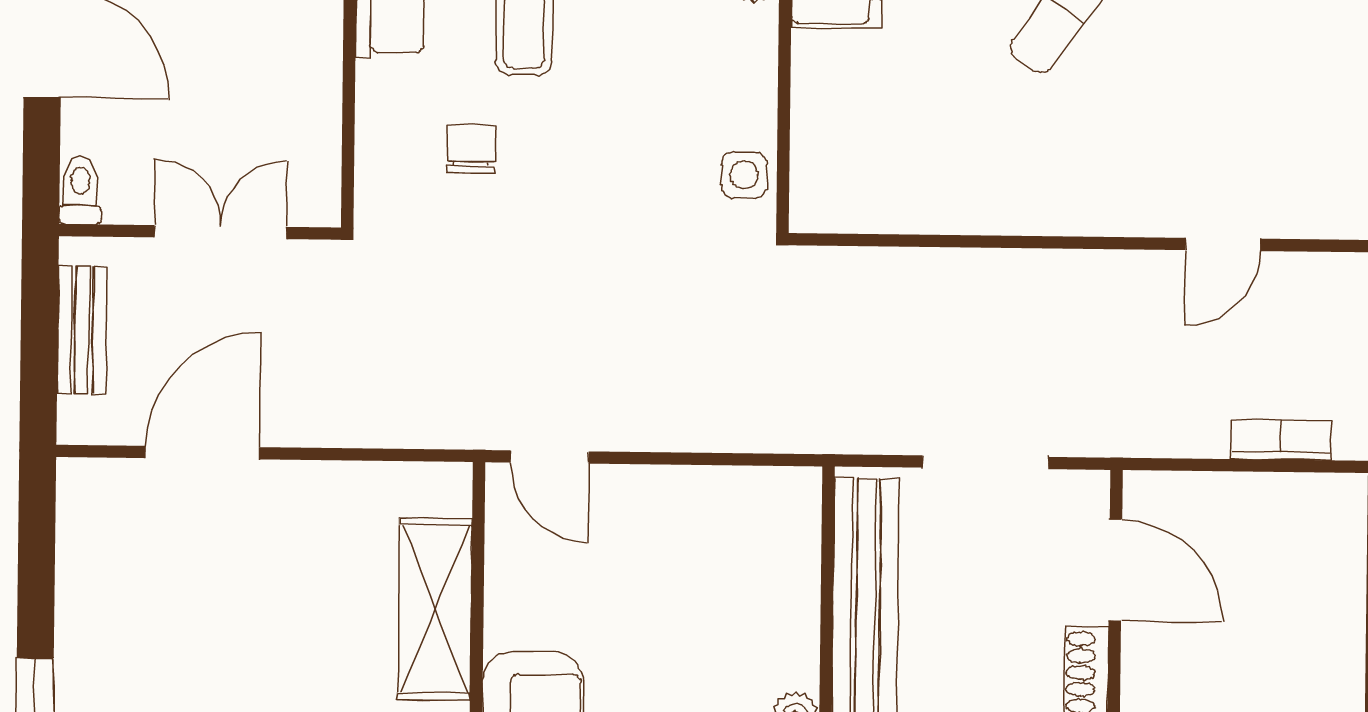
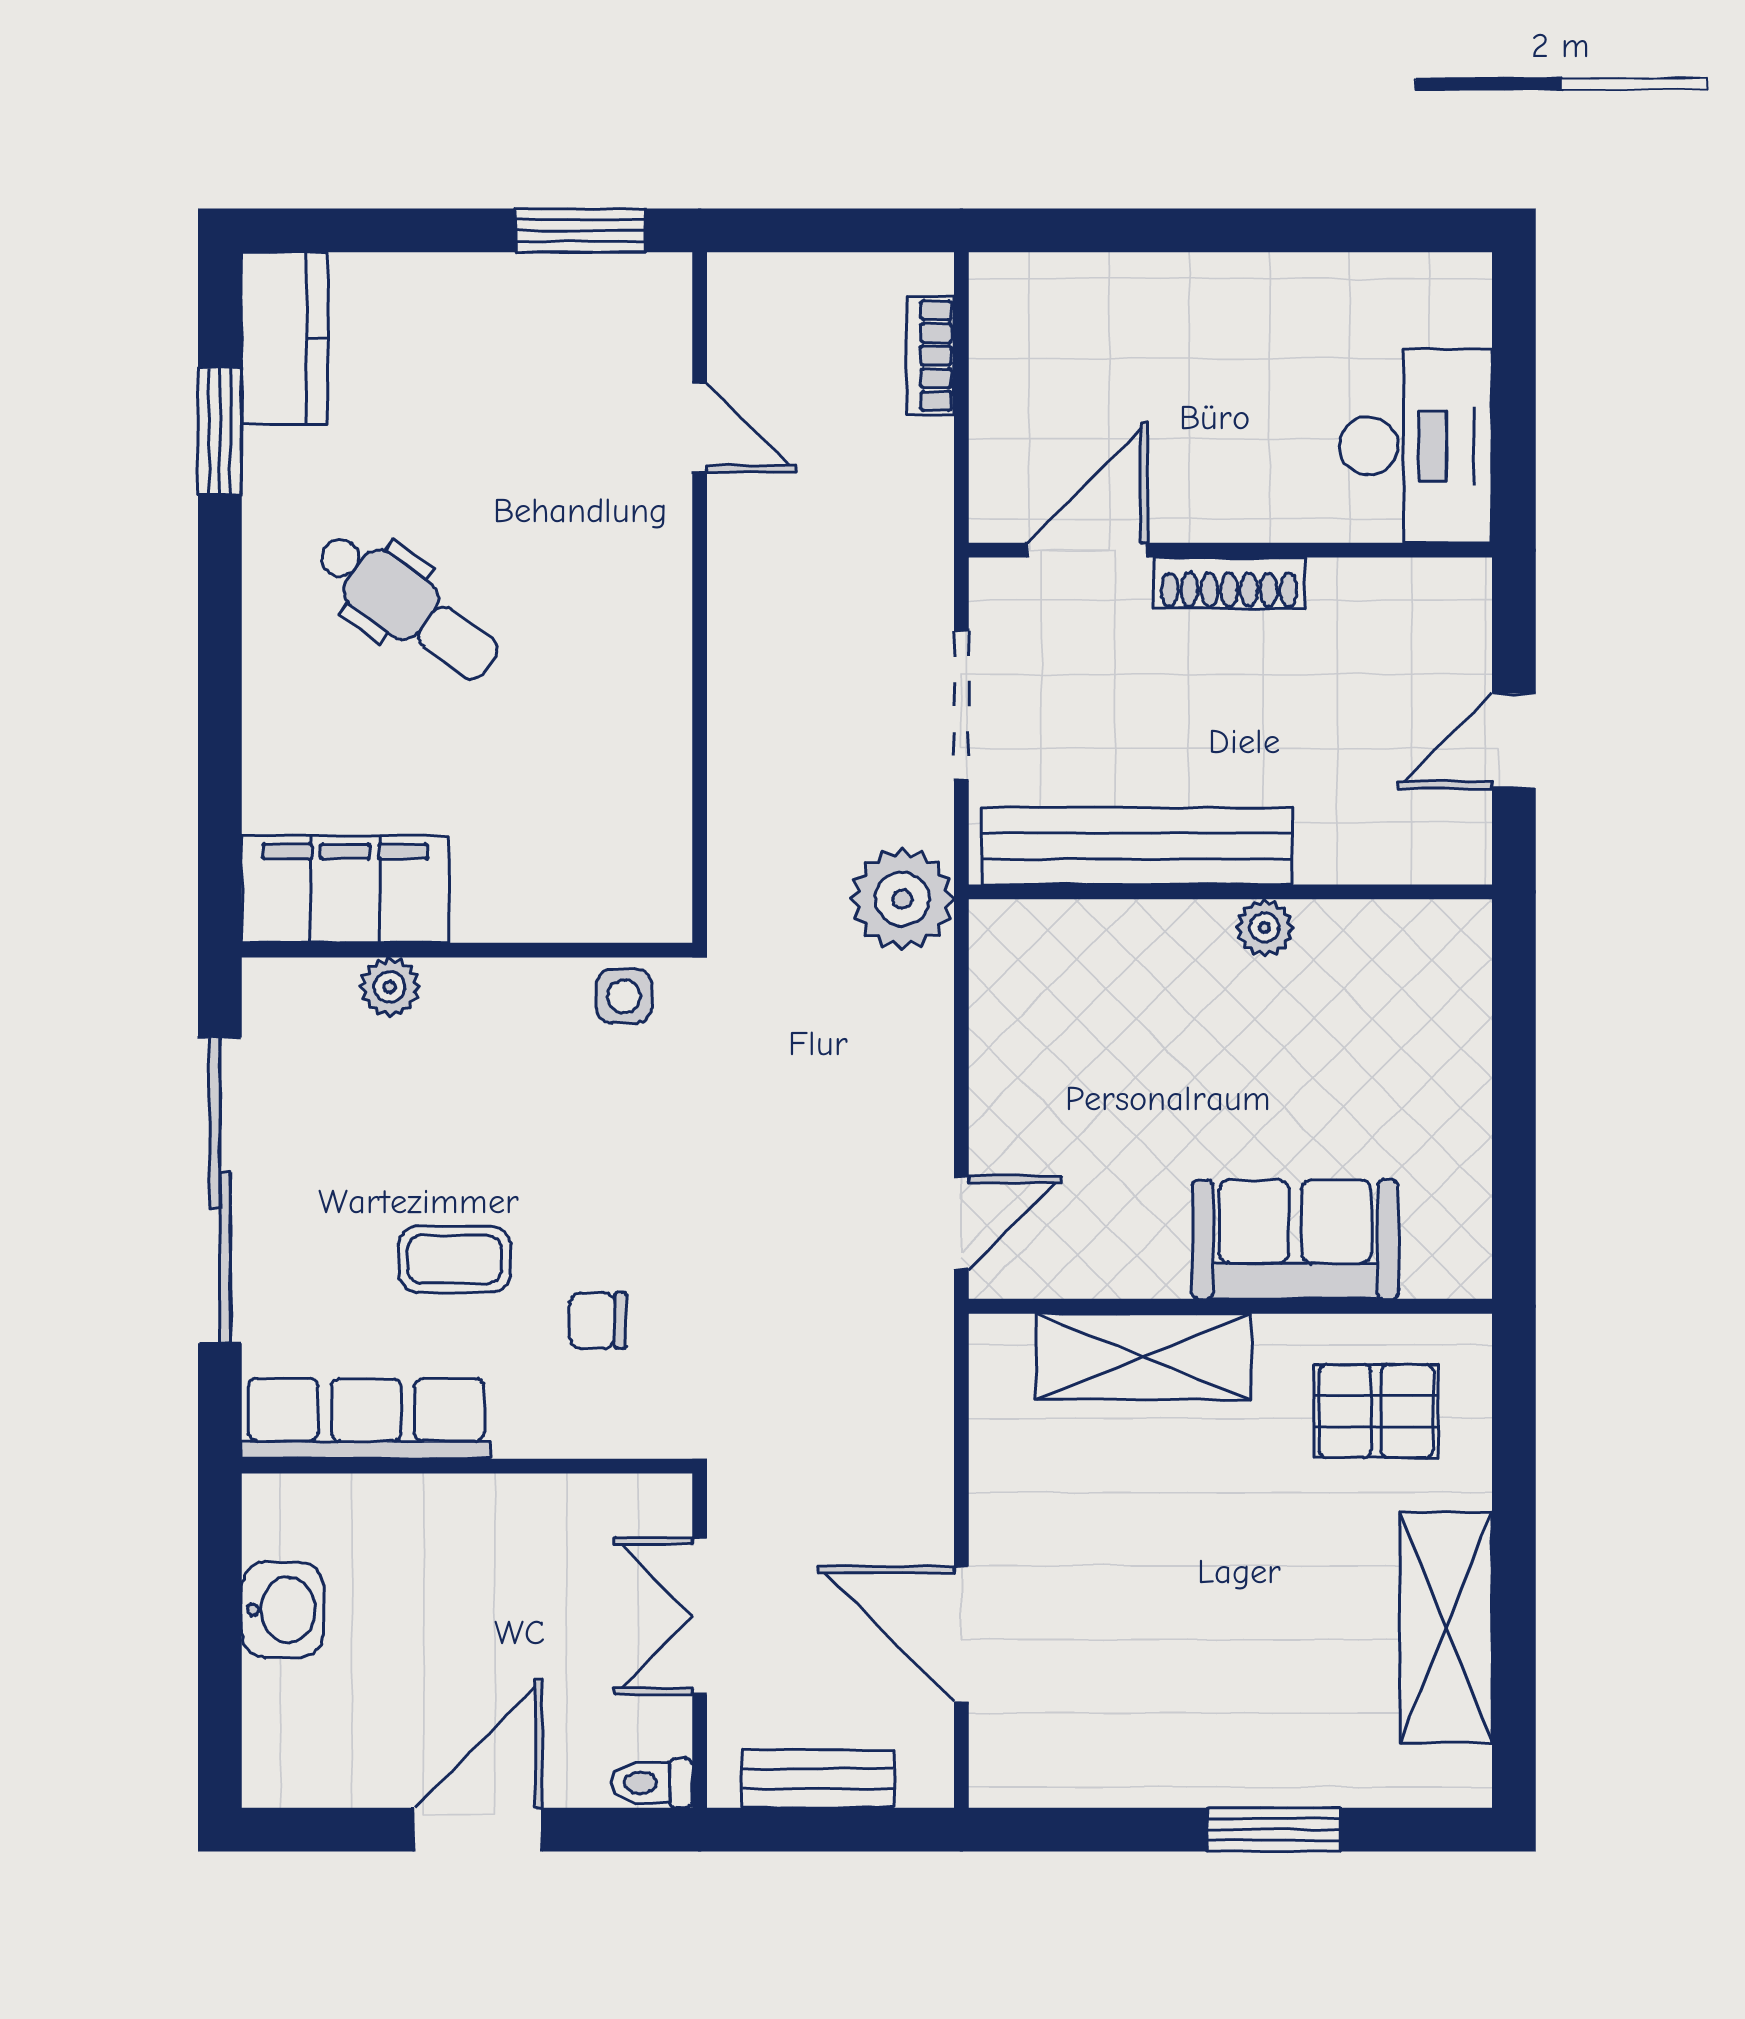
plant: (823, 410) -> (902, 899), added

